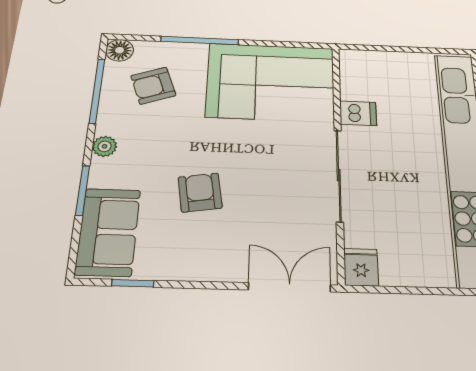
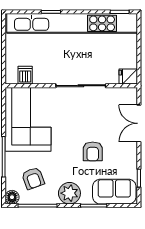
dishwasher: (358, 113) -> (25, 75), moved
plant: (105, 146) -> (69, 193), width x1.87, depth x1.87
armchair: (200, 192) -> (93, 151), turned -81
double door: (290, 287) -> (139, 123), moved

